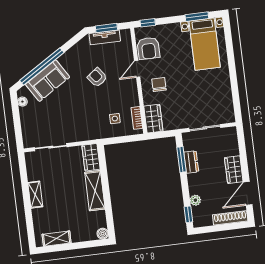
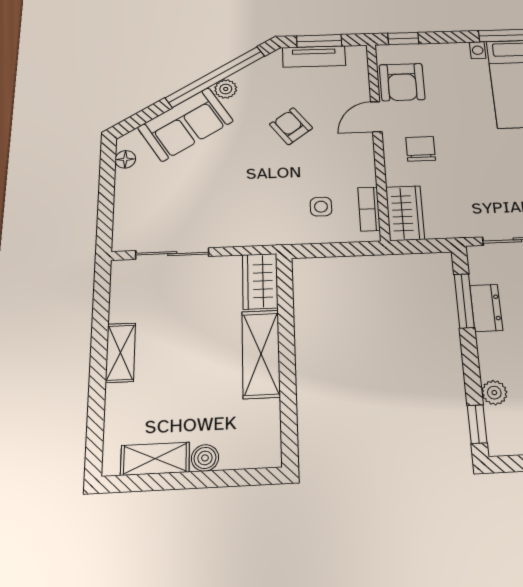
plant: (64, 60) -> (226, 89), added
window: (42, 66) -> (215, 77), moved
boiler: (103, 234) -> (205, 458), moved

